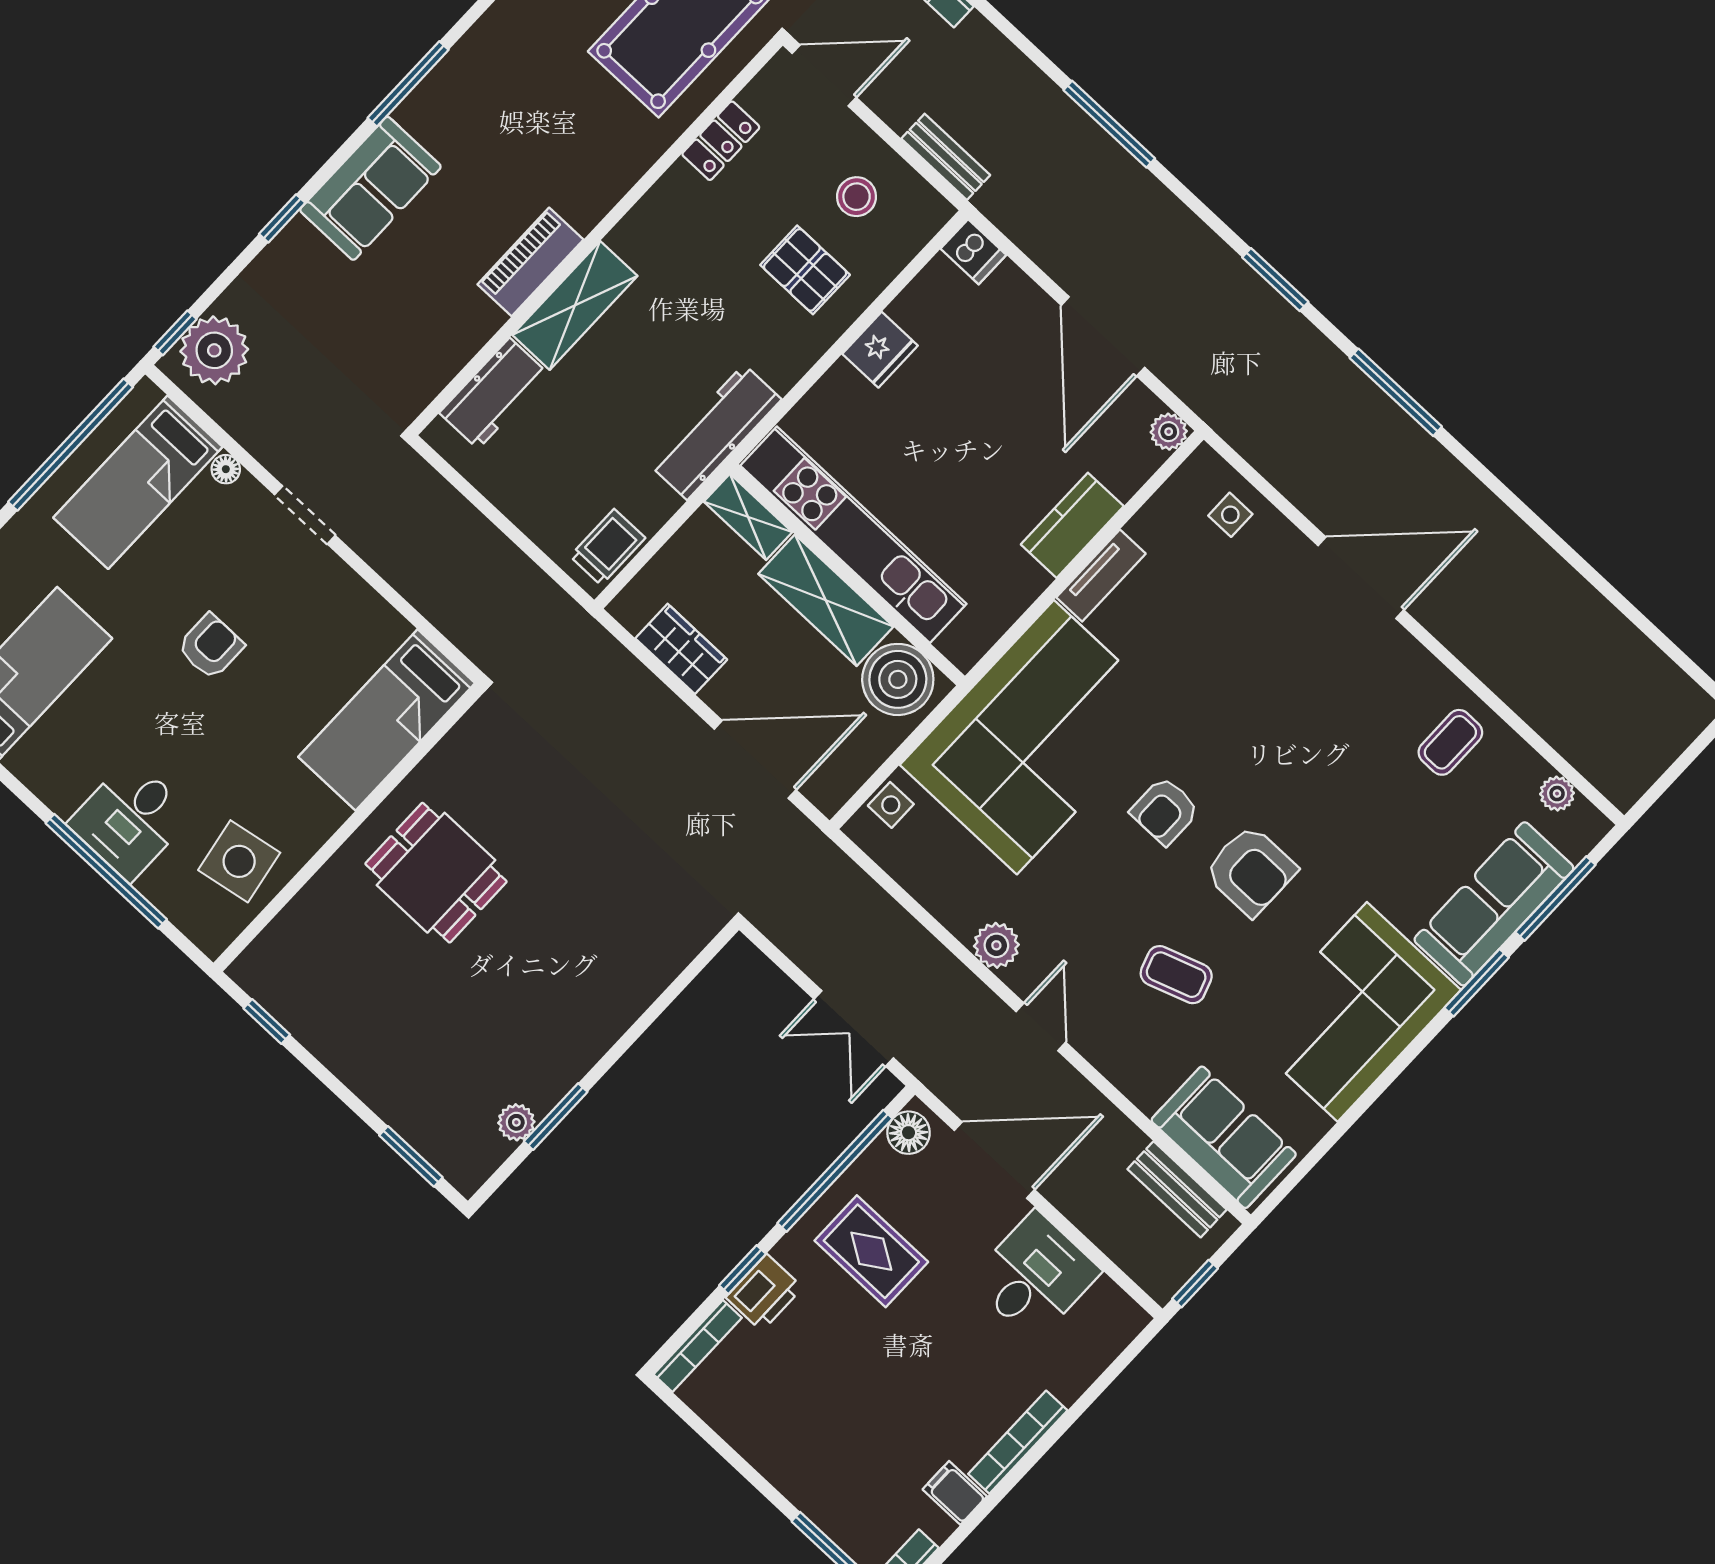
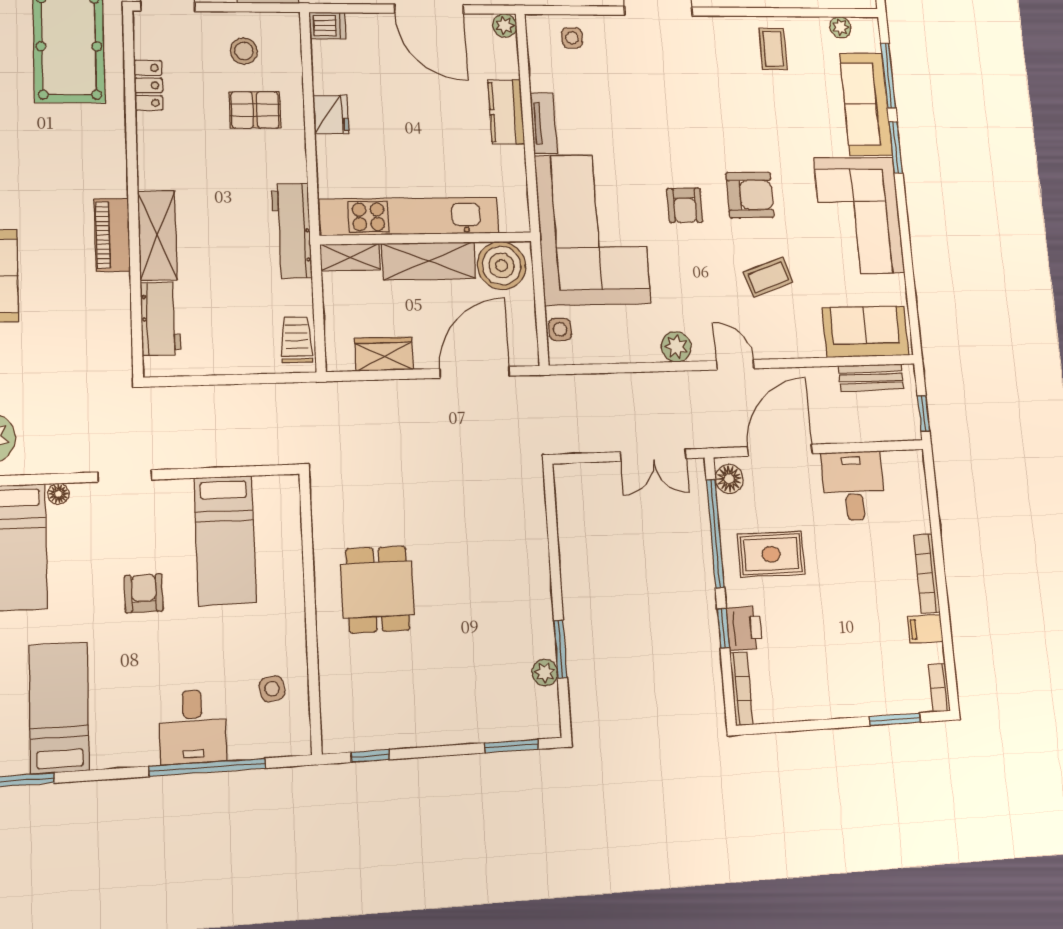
bed: (387, 720) -> (225, 540), moved
side table: (239, 861) -> (272, 689), width x0.54, depth x0.54
dining table: (436, 873) -> (378, 589), turned 90

